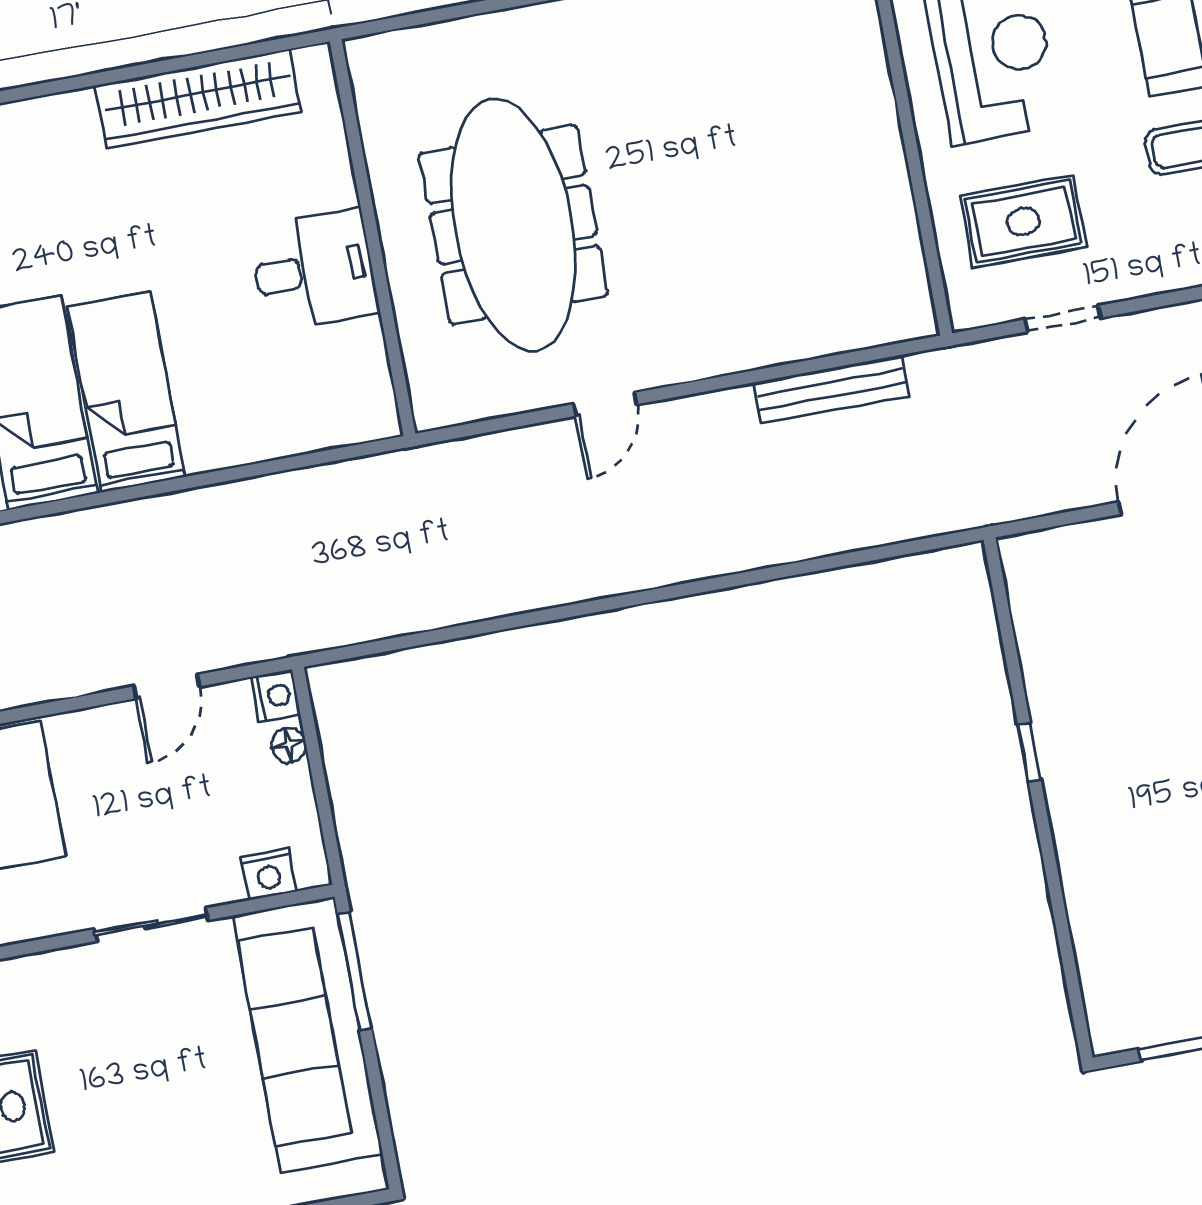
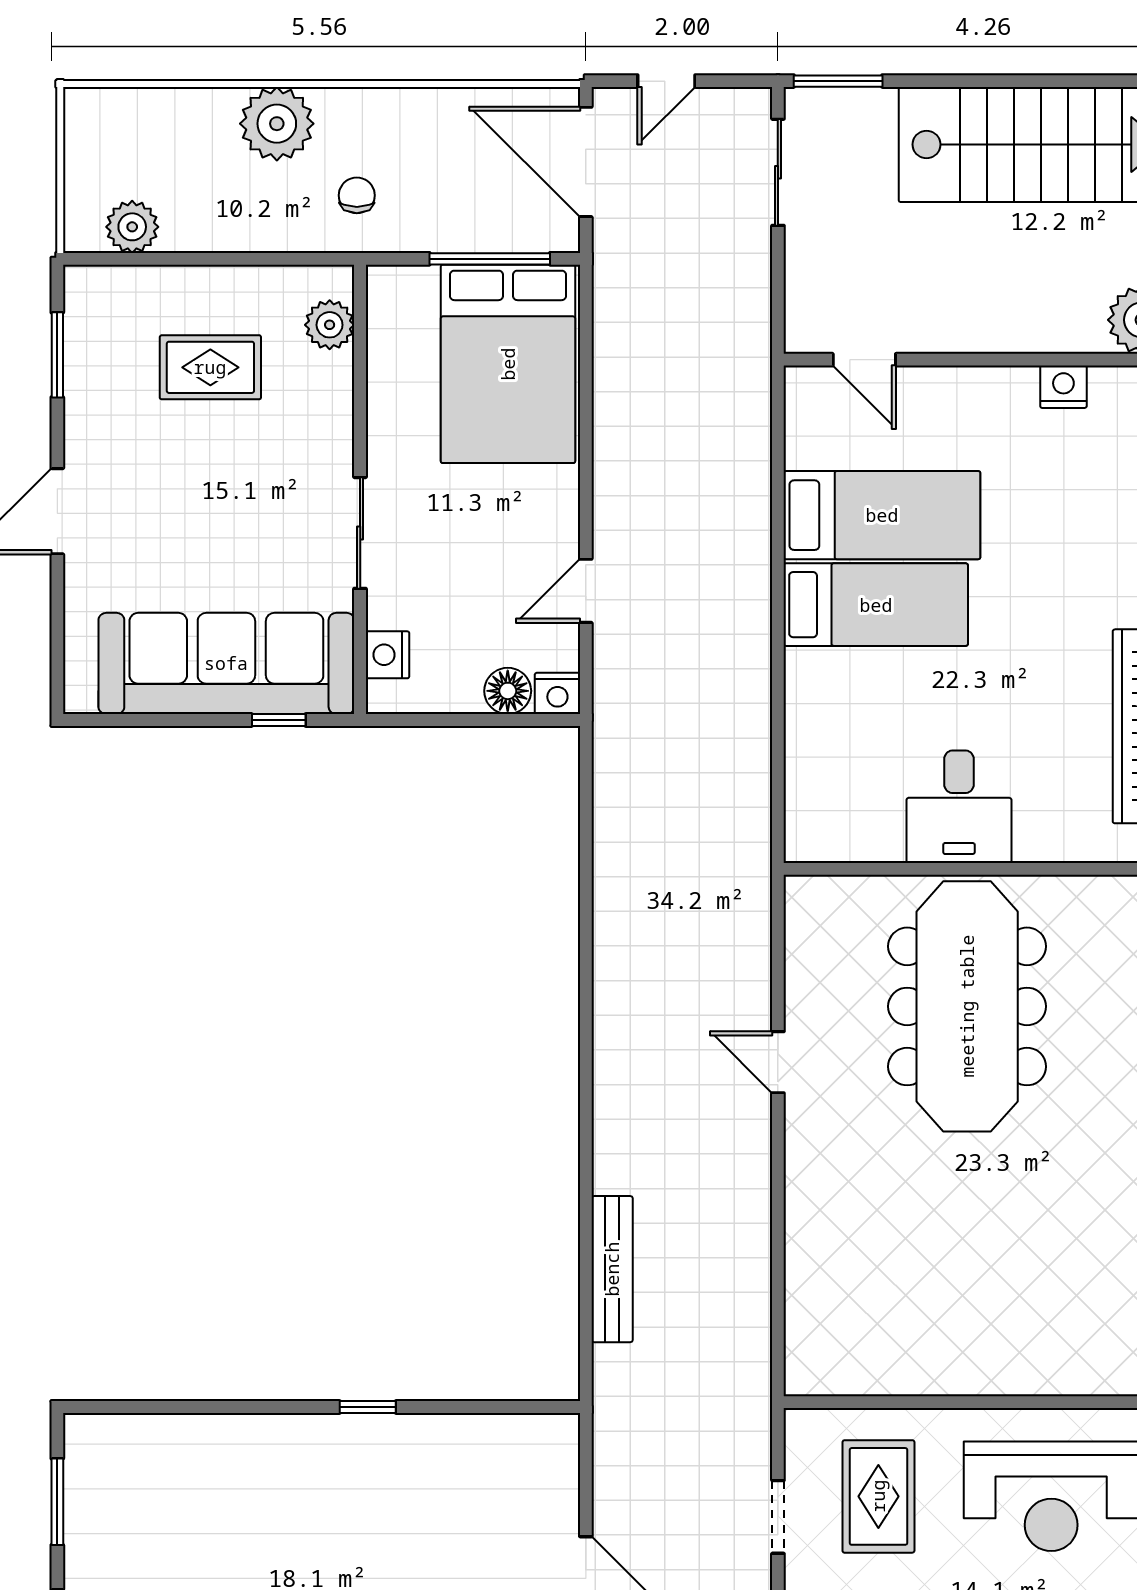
meeting table: (513, 224) -> (967, 1006), turned 90
bench: (831, 389) -> (612, 1269), moved
door: (167, 686) -> (586, 591), hinge flipped
floor lamp: (289, 745) -> (508, 691), width x1.37, depth x1.37
window: (355, 971) -> (279, 720), width x0.46

